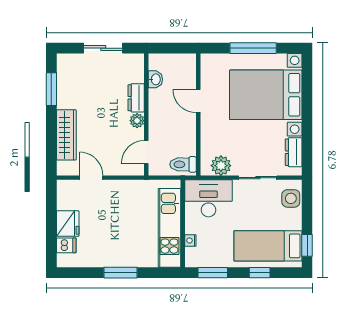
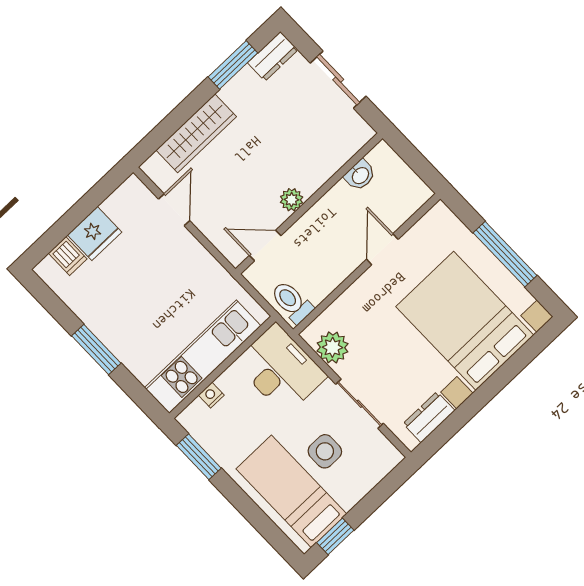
dresser: (136, 98) -> (273, 56), moved, turned 180
side table: (291, 198) -> (325, 451), moved
window: (260, 273) -> (251, 511), removed

